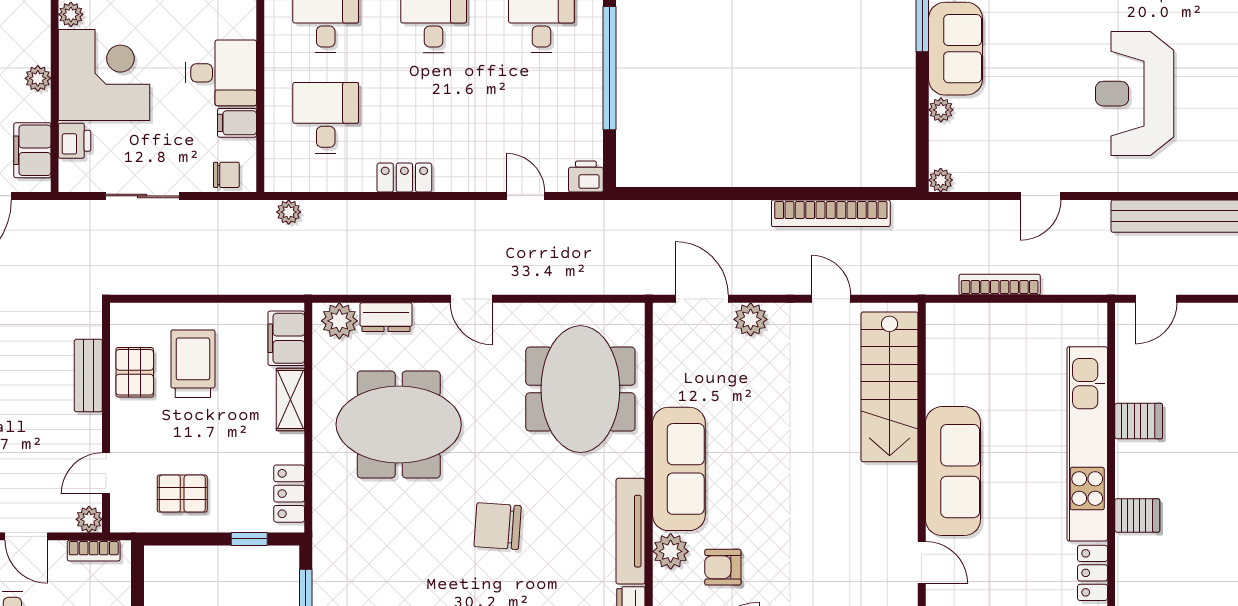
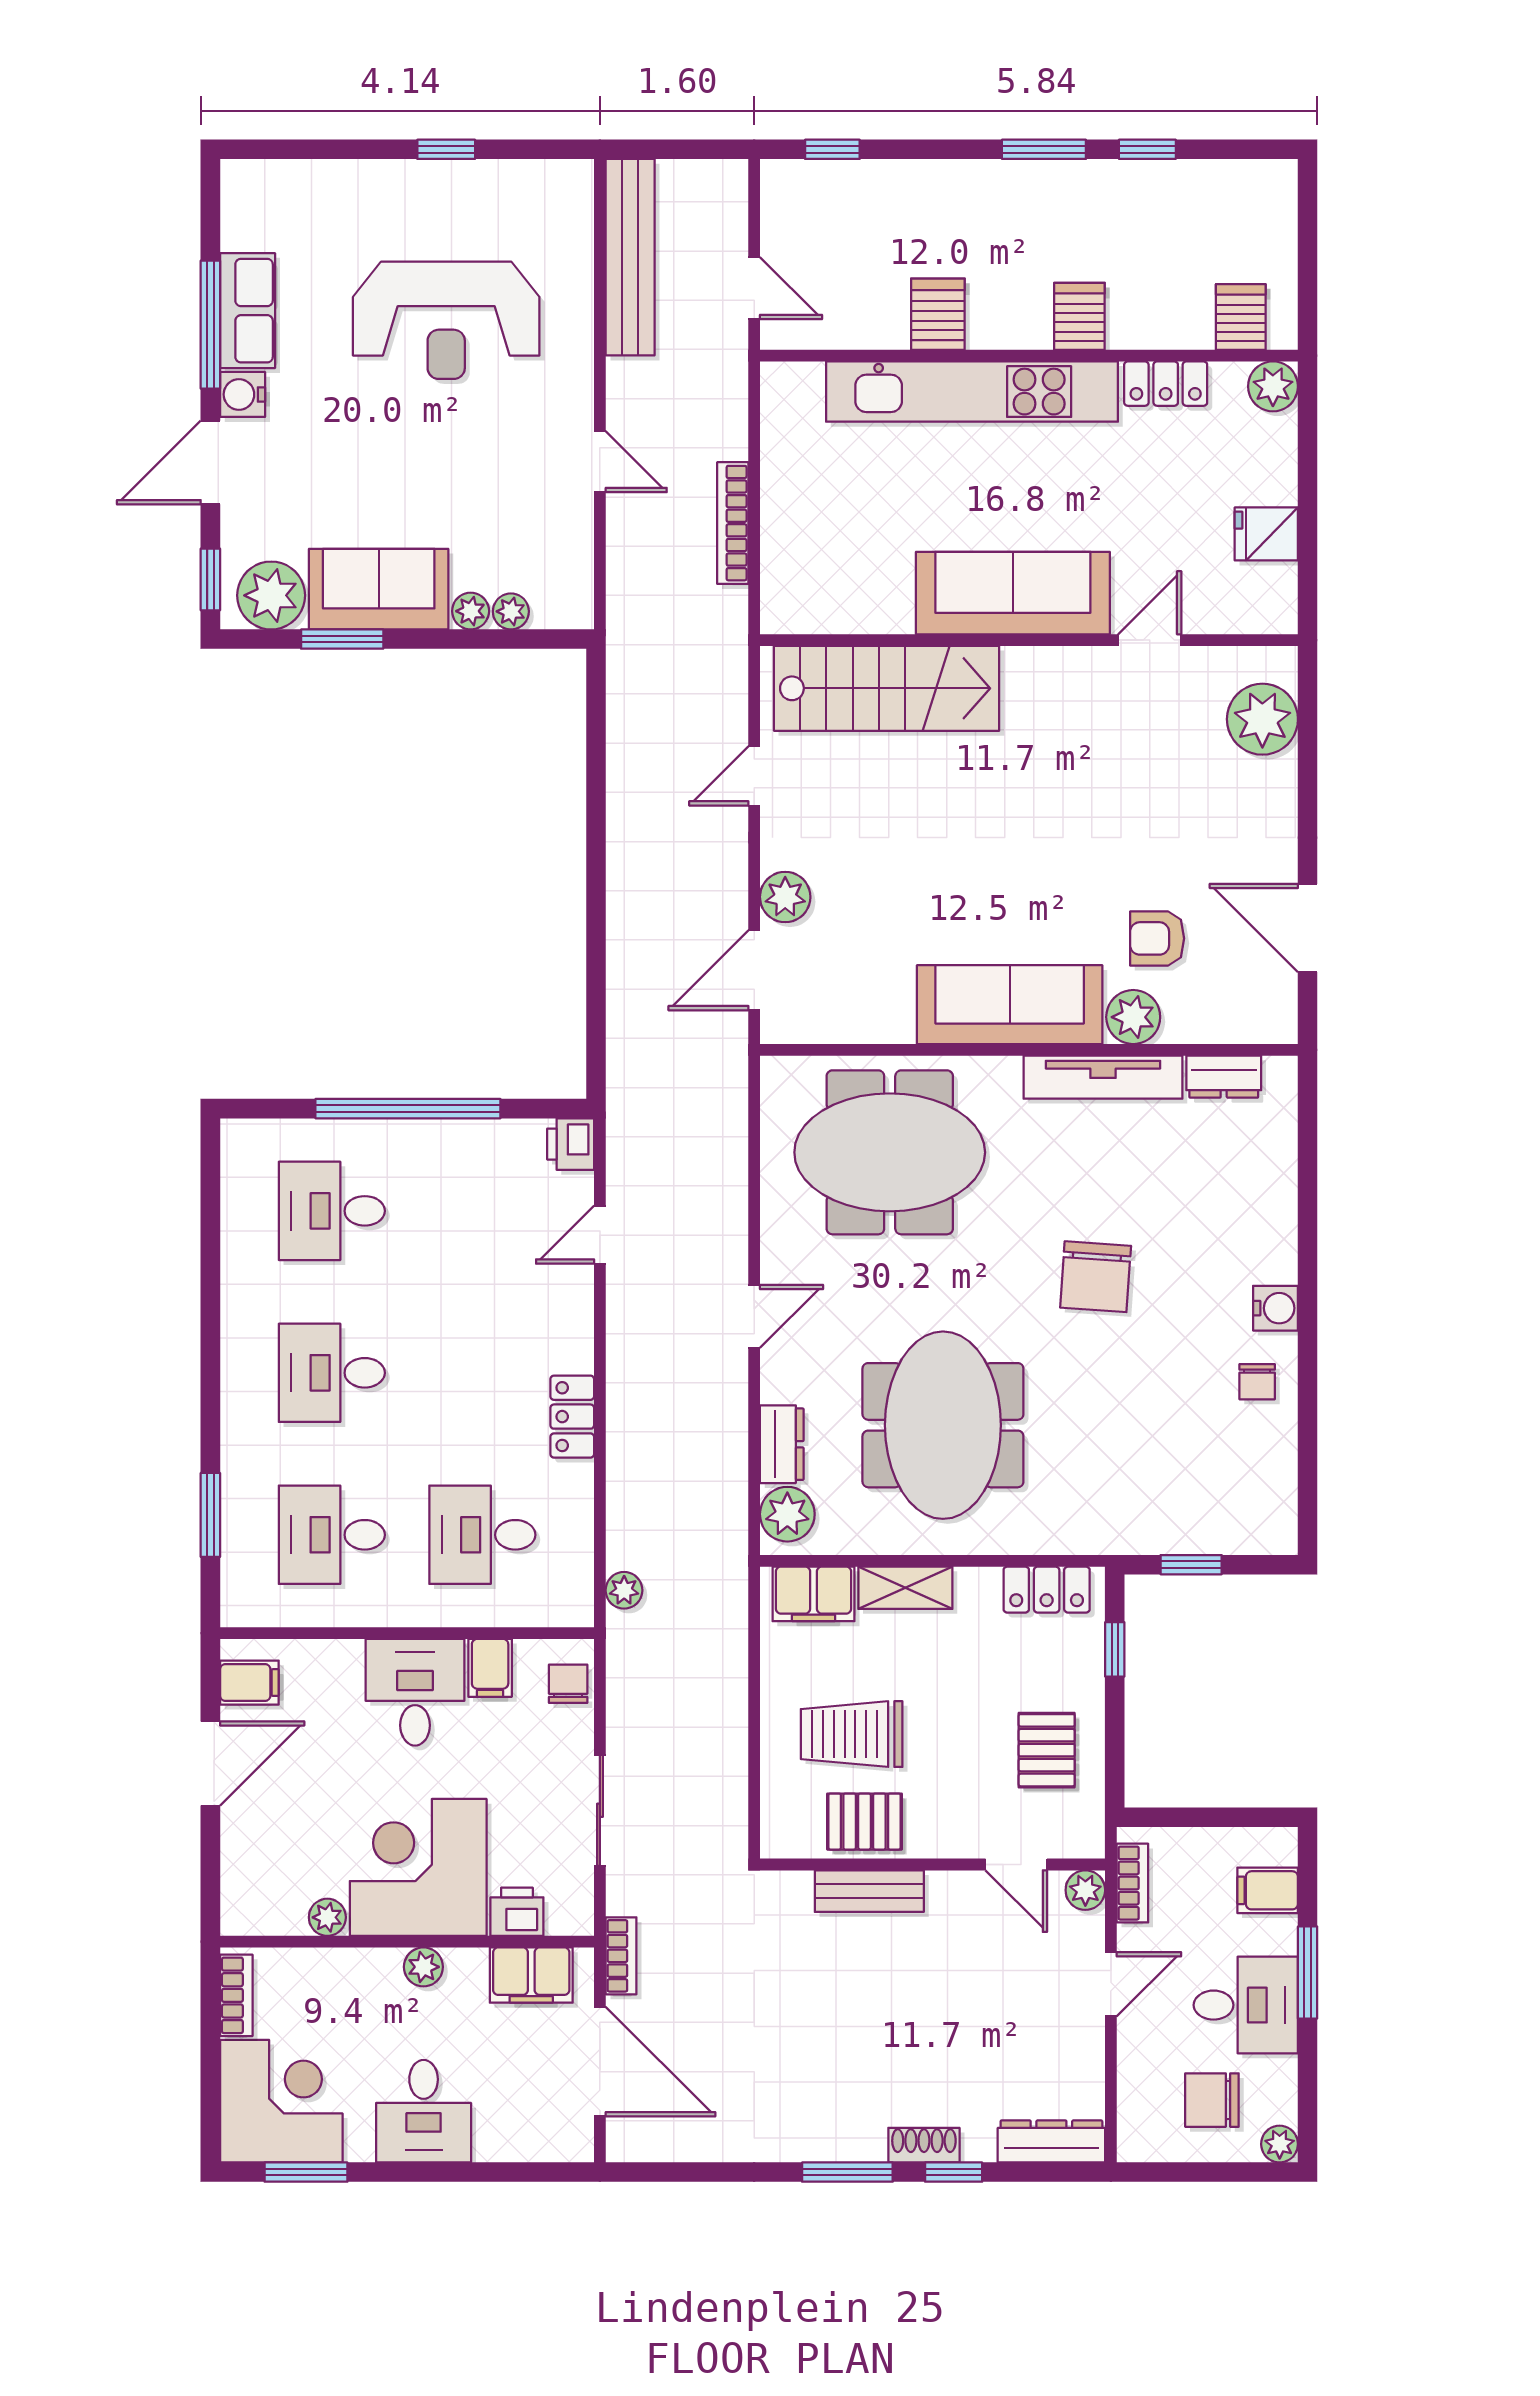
plant: (941, 180) -> (511, 611), moved
bookcase: (831, 213) -> (621, 1956), moved, width x0.43, depth x0.76
armchair: (723, 567) -> (1157, 938), turned 90

